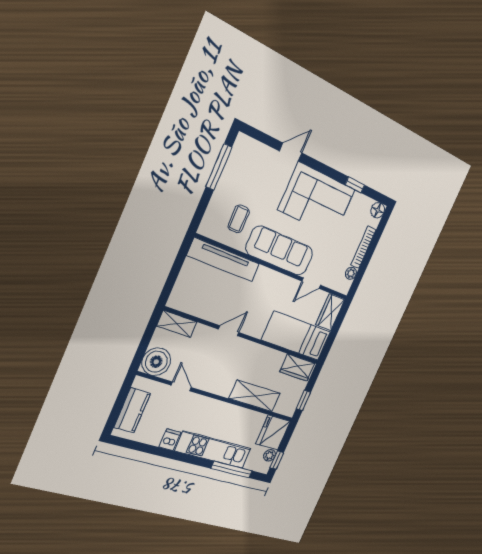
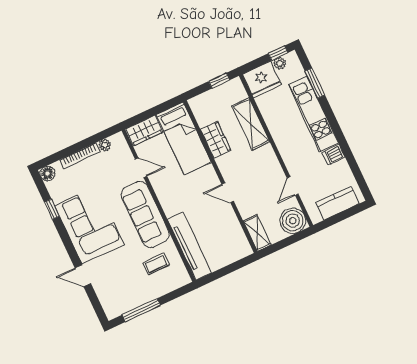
wardrobe: (297, 368) -> (216, 140), moved
window: (232, 470) -> (315, 83), width x0.69

